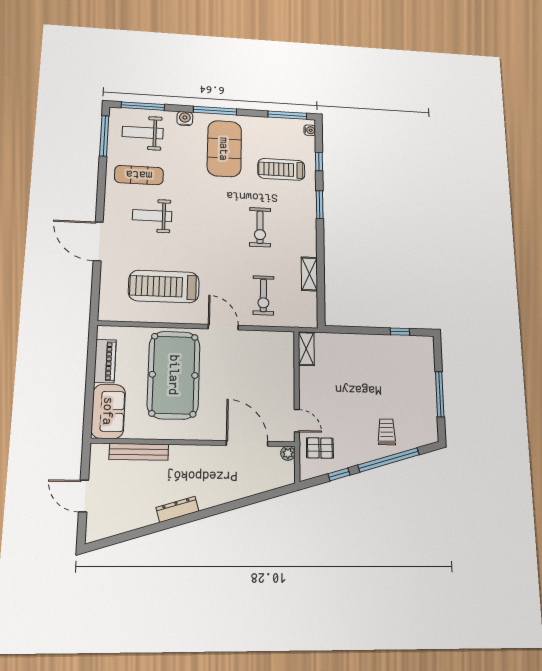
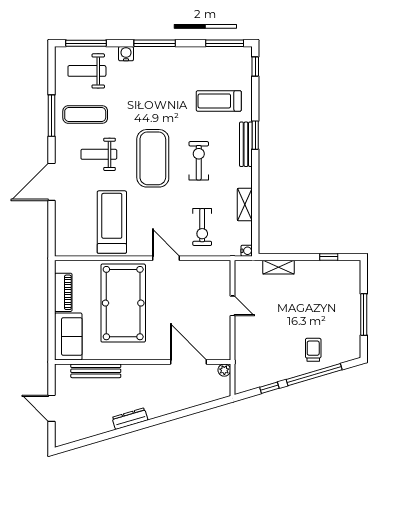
water cooler: (310, 130) -> (247, 251), moved
window: (104, 136) -> (52, 116), moved
exercise mat: (224, 149) -> (153, 158), moved
window: (319, 161) -> (255, 67), moved
bench: (310, 213) -> (246, 144), added
exercise bike: (260, 227) -> (199, 161), turned 180
door: (98, 241) -> (52, 182), hinge flipped
treadmill: (164, 286) -> (112, 222), turned 90
shelving: (306, 349) -> (278, 267), moved, turned 90
door: (297, 421) -> (232, 306), moved
pallet: (320, 448) -> (253, 365), removed

